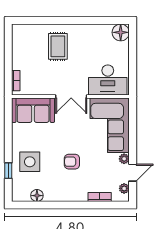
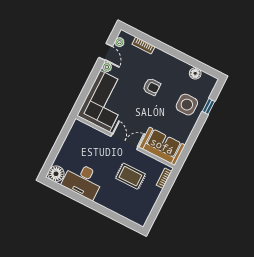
rug: (58, 46) -> (130, 176), moved, turned 90
desk: (108, 80) -> (83, 181), moved, turned 180
door: (133, 173) -> (106, 52), swing flipped

